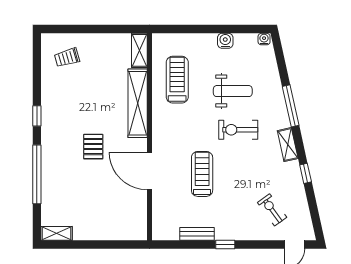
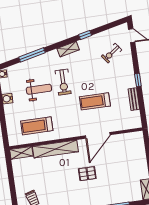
weight bench: (233, 91) -> (39, 89), turned 90
window: (291, 106) -> (32, 55), moved

